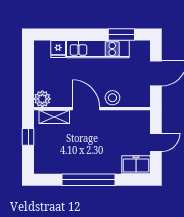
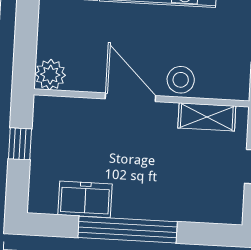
shelving: (54, 117) -> (207, 117), moved
freezer: (136, 165) -> (85, 199), moved

